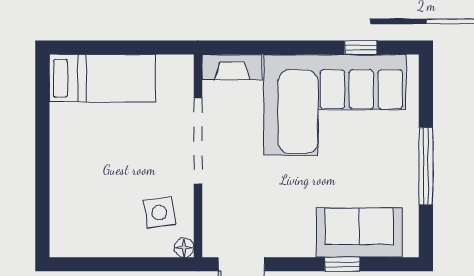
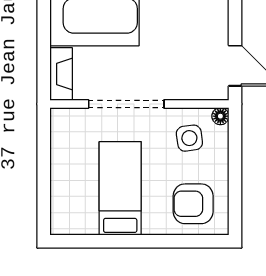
bed: (102, 78) -> (120, 188), moved
armchair: (85, 217) -> (193, 204), added

